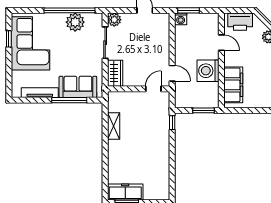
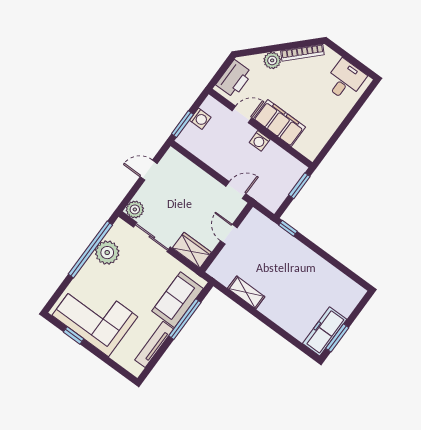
washing machine: (181, 19) -> (200, 119), moved
washing machine: (208, 71) -> (260, 141), width x0.53, depth x0.53
filing cabinet: (233, 85) -> (279, 123), moved
door: (153, 89) -> (229, 234), moved

